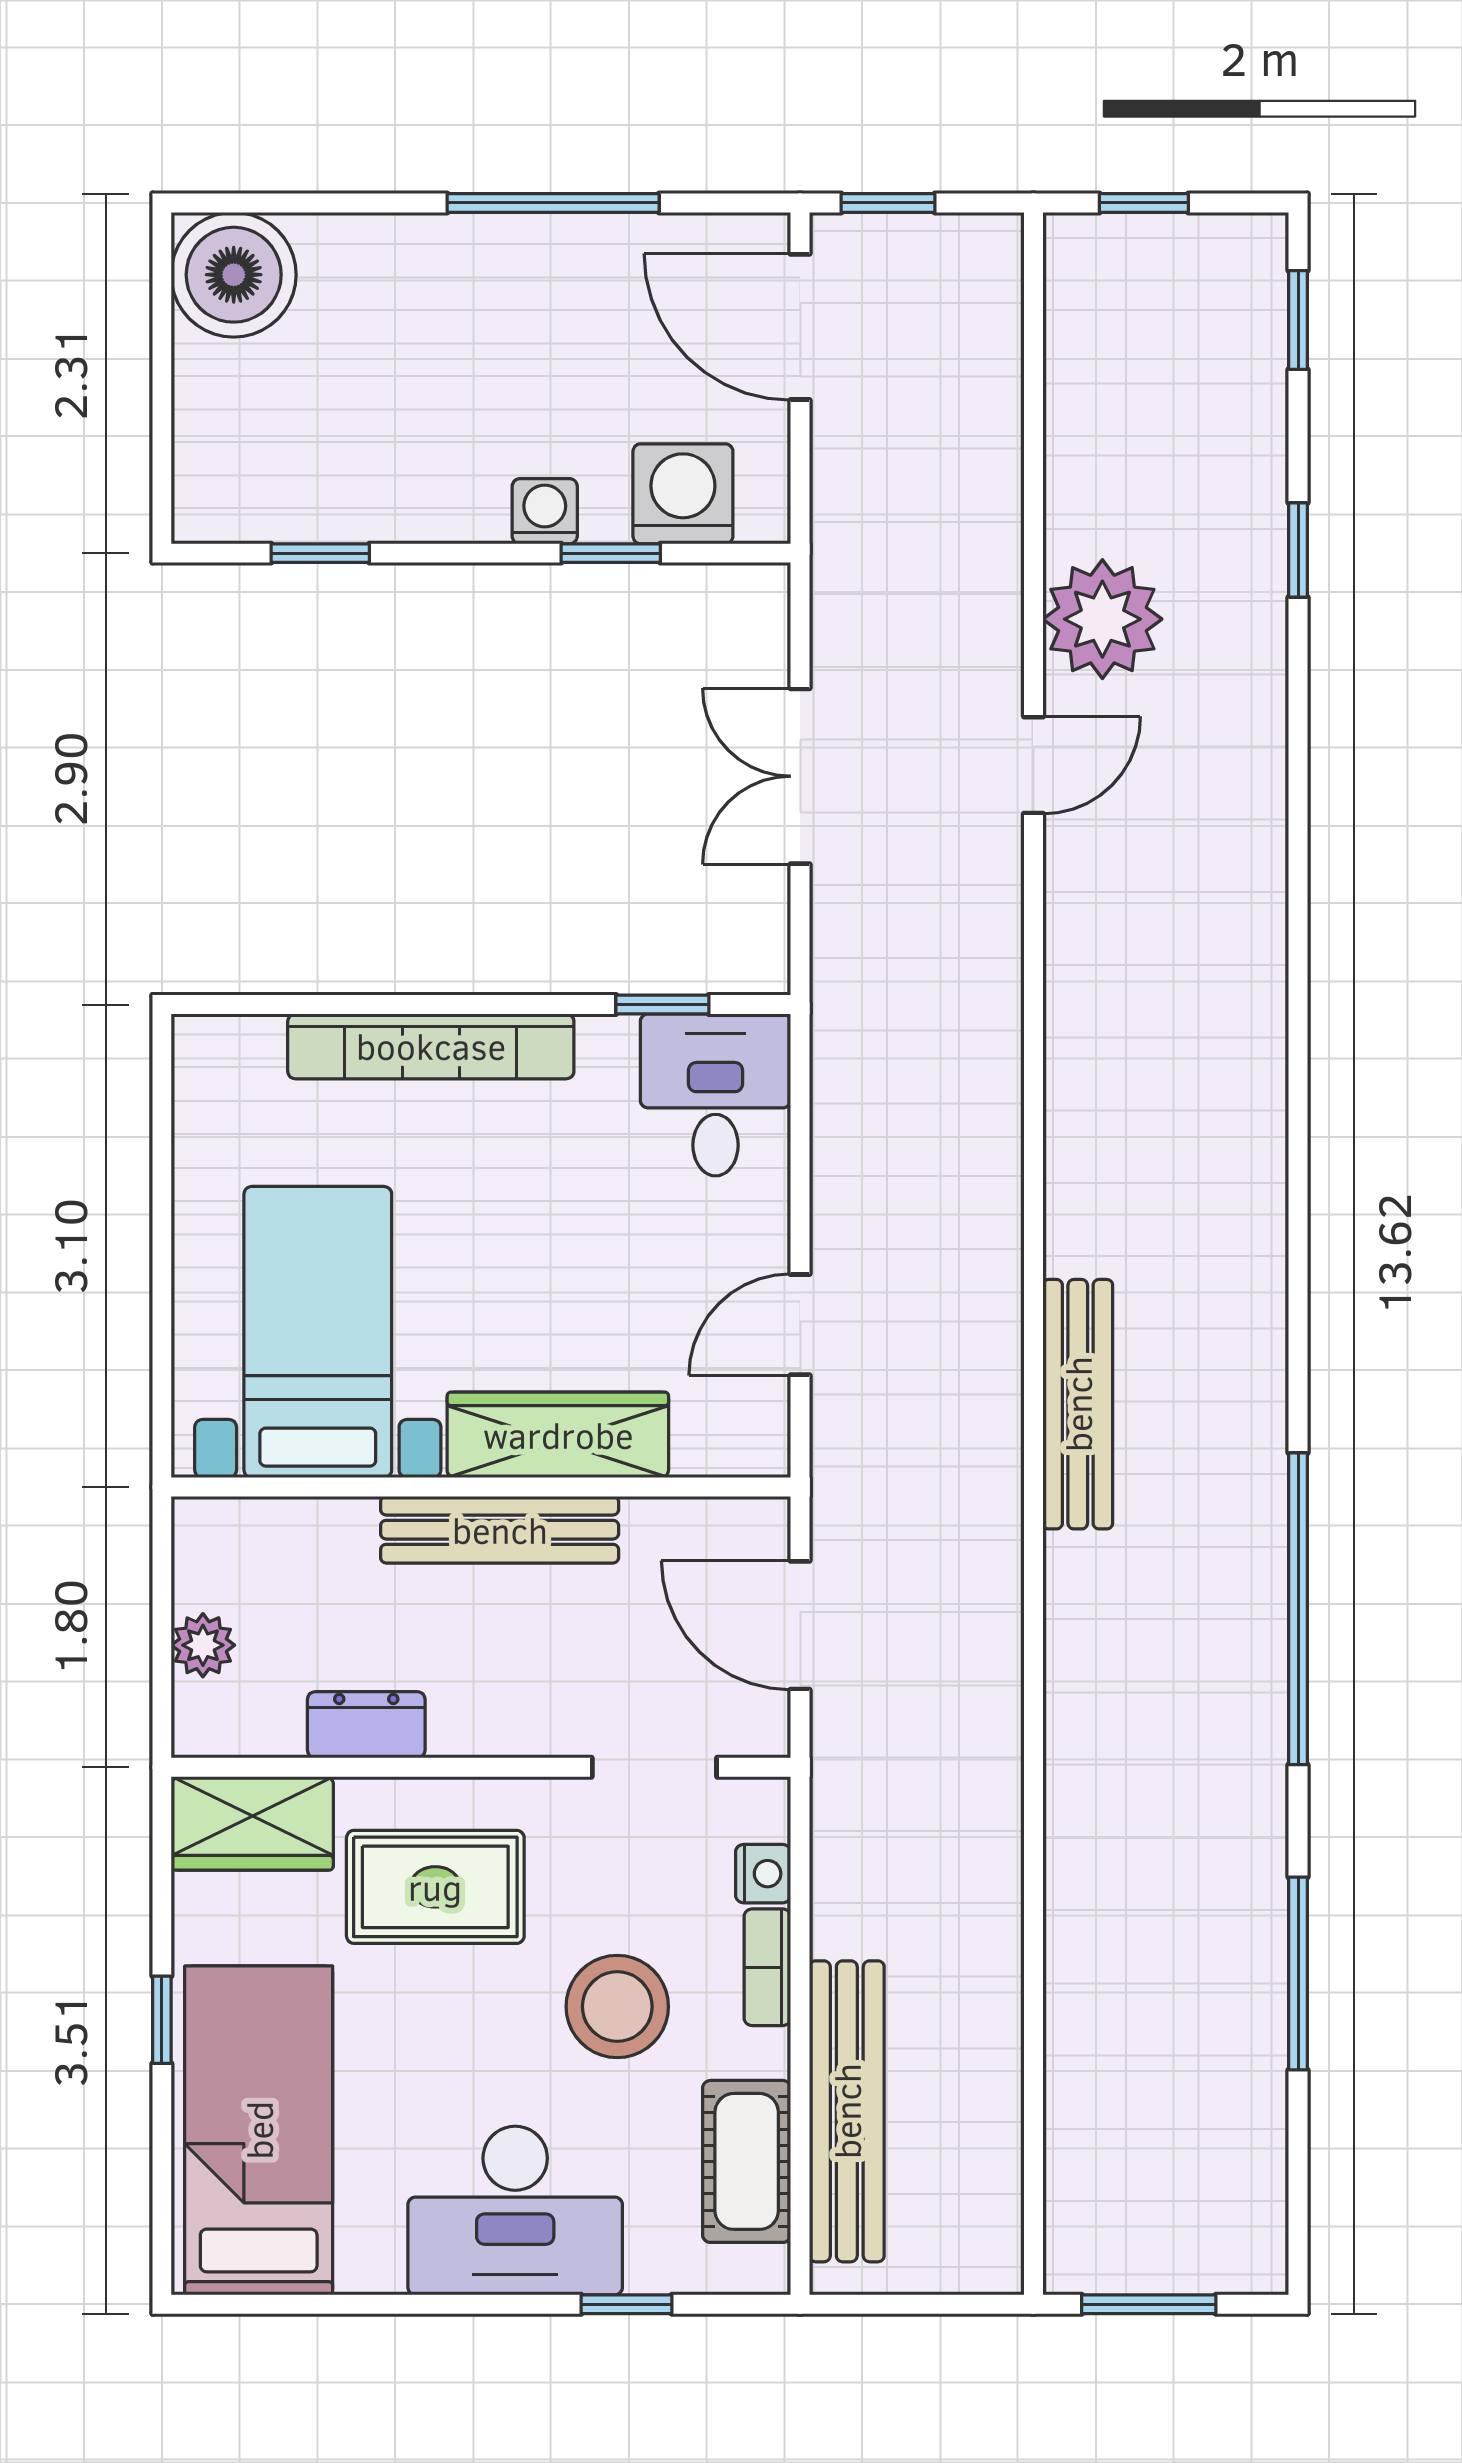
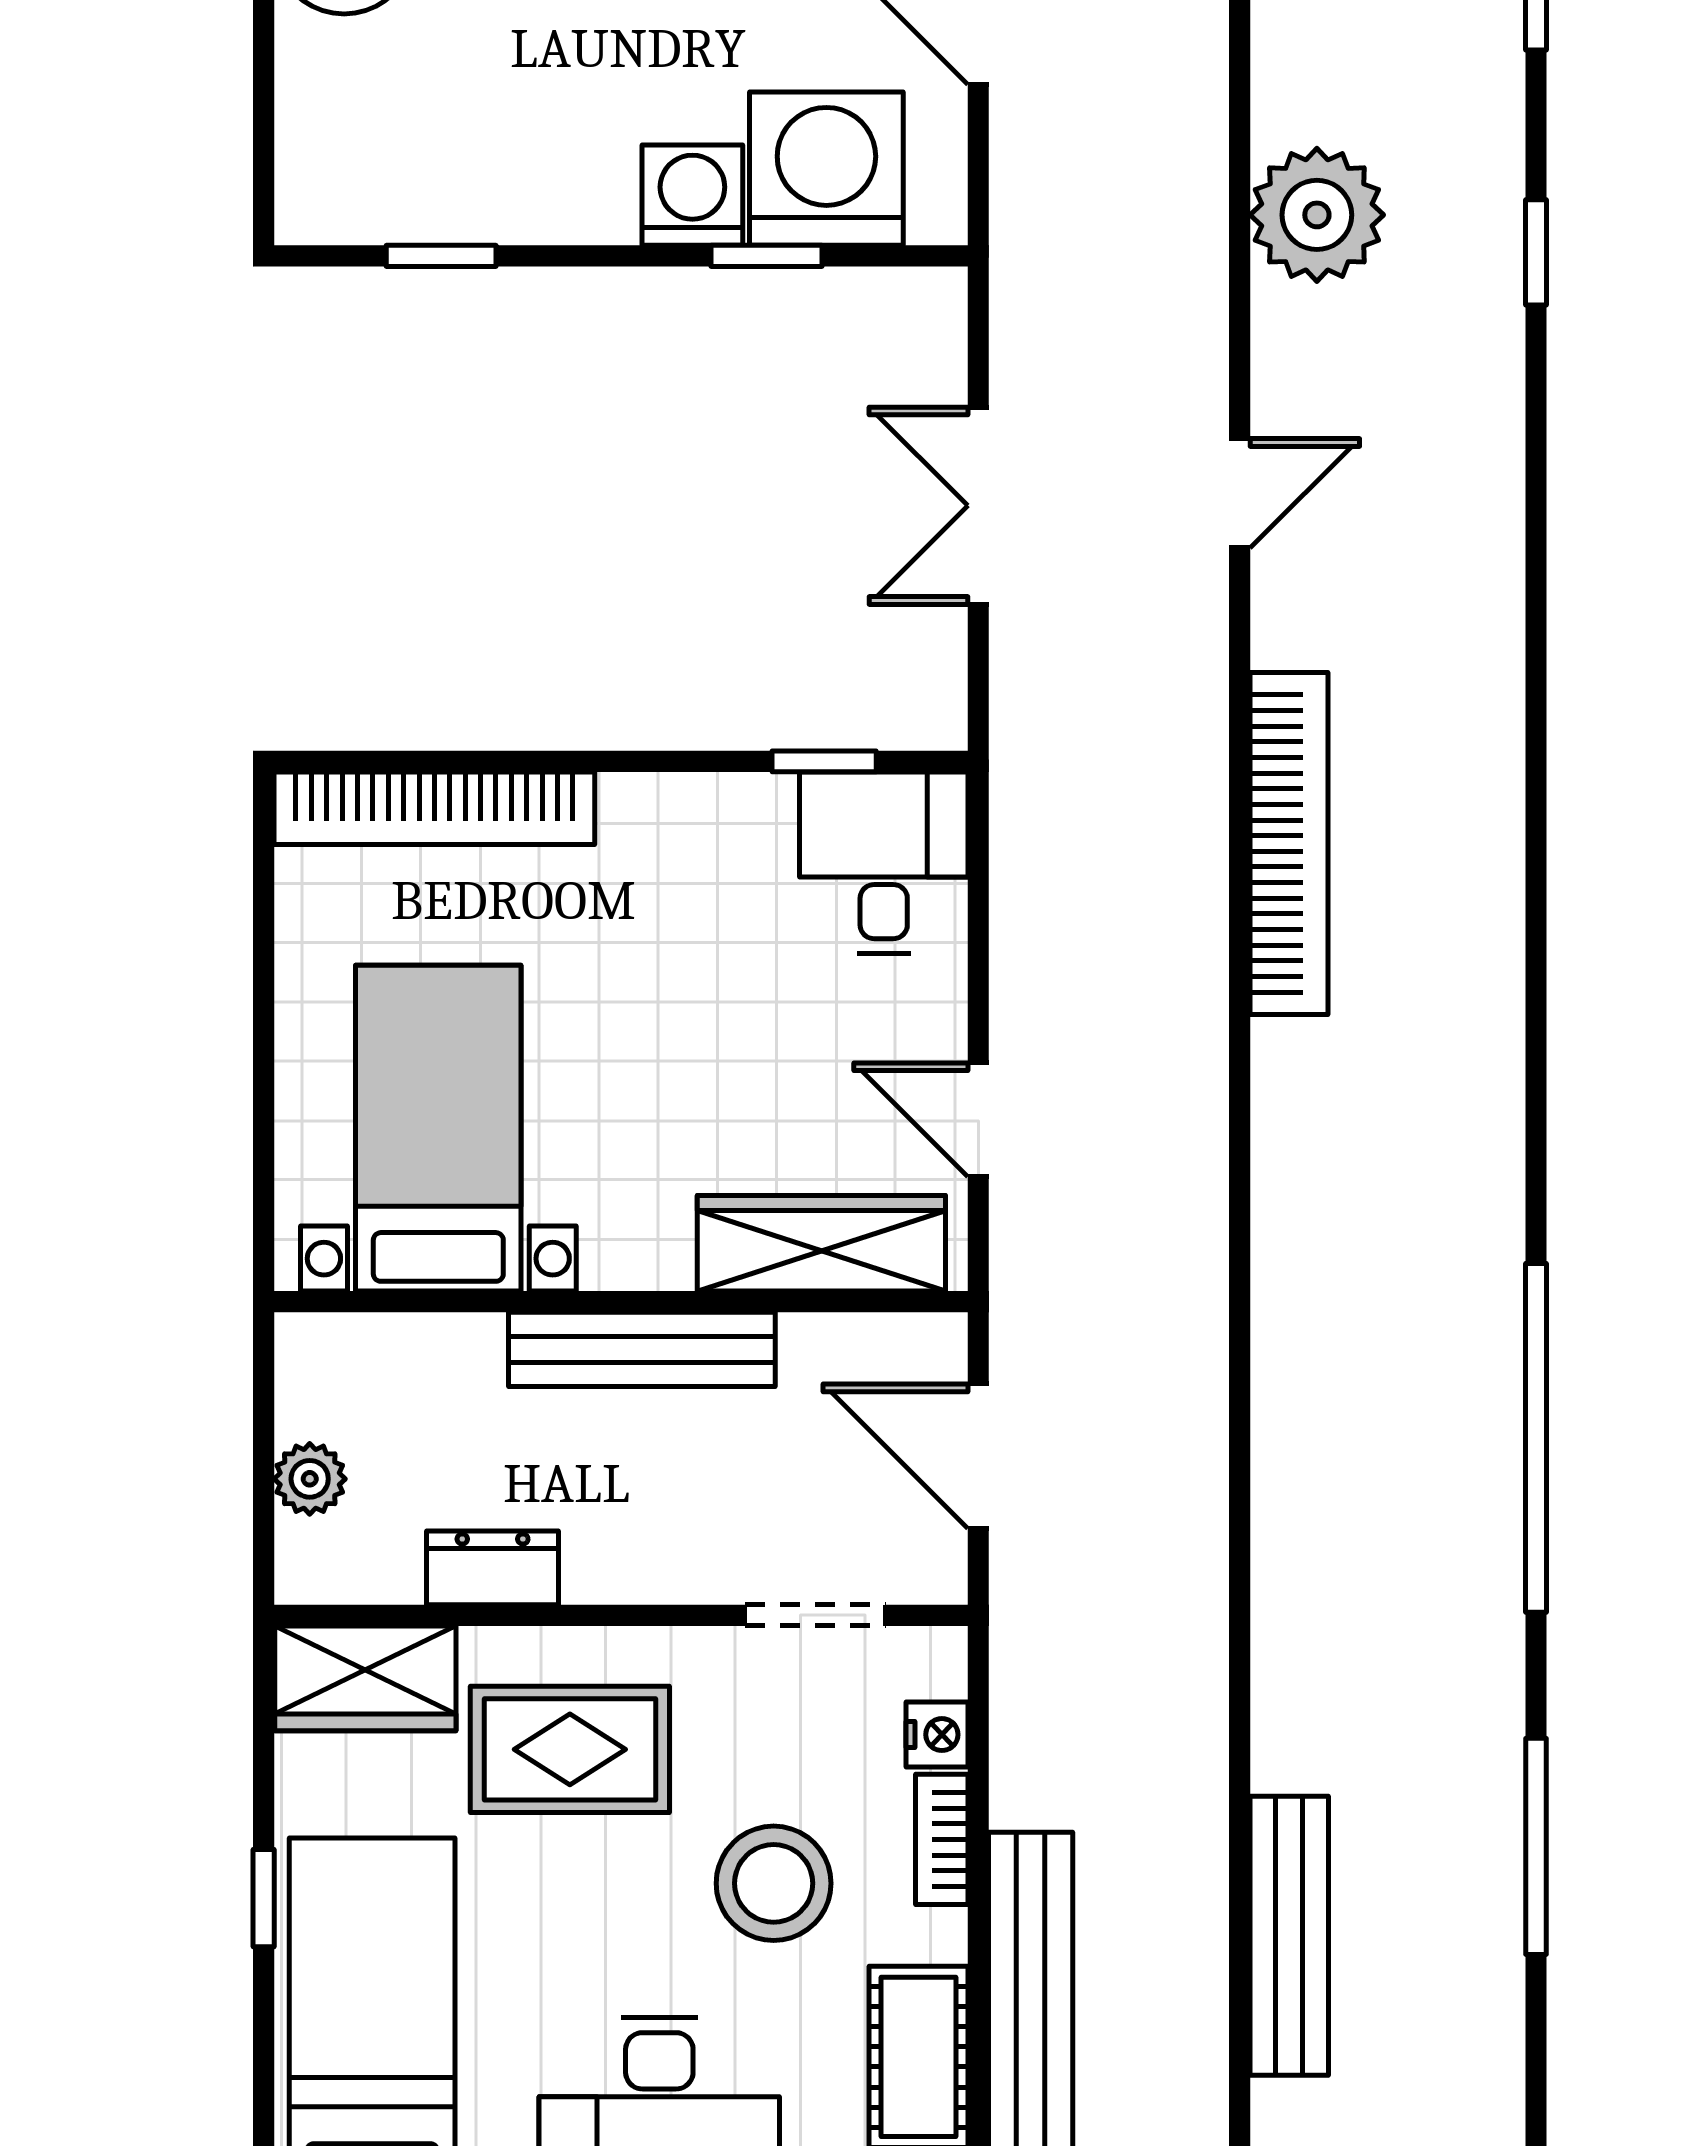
washing machine: (683, 494) -> (826, 169), width x1.37, depth x1.37
washing machine: (545, 511) -> (692, 195), width x1.38, depth x1.38
plant: (1102, 619) -> (1317, 215), moved
bookcase: (431, 1046) -> (434, 808), moved
bookcase: (1078, 1078) -> (1289, 843), added
door: (800, 1325) -> (978, 1120), hinge flipped
bench: (1078, 1404) -> (1289, 1936), moved
wardrobe: (558, 1435) -> (821, 1243), moved

